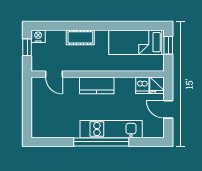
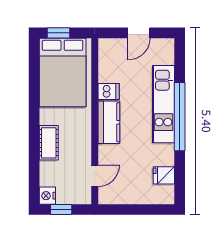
bed: (136, 42) -> (63, 73), width x1.50
dishwasher: (142, 85) -> (109, 91), moved
fridge: (157, 85) -> (164, 175), moved, turned 180

